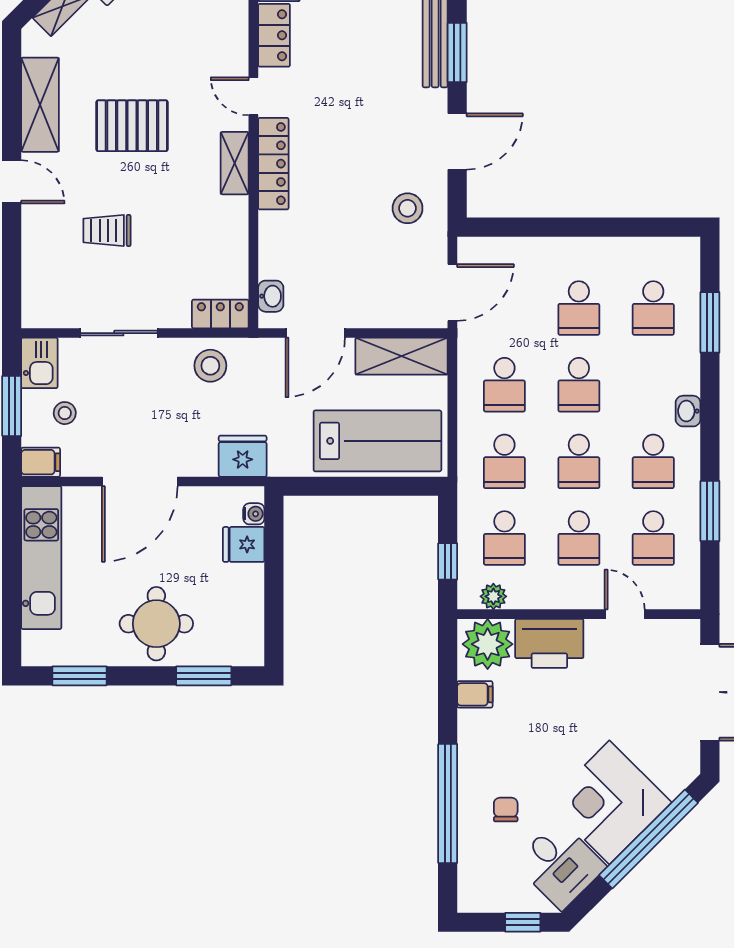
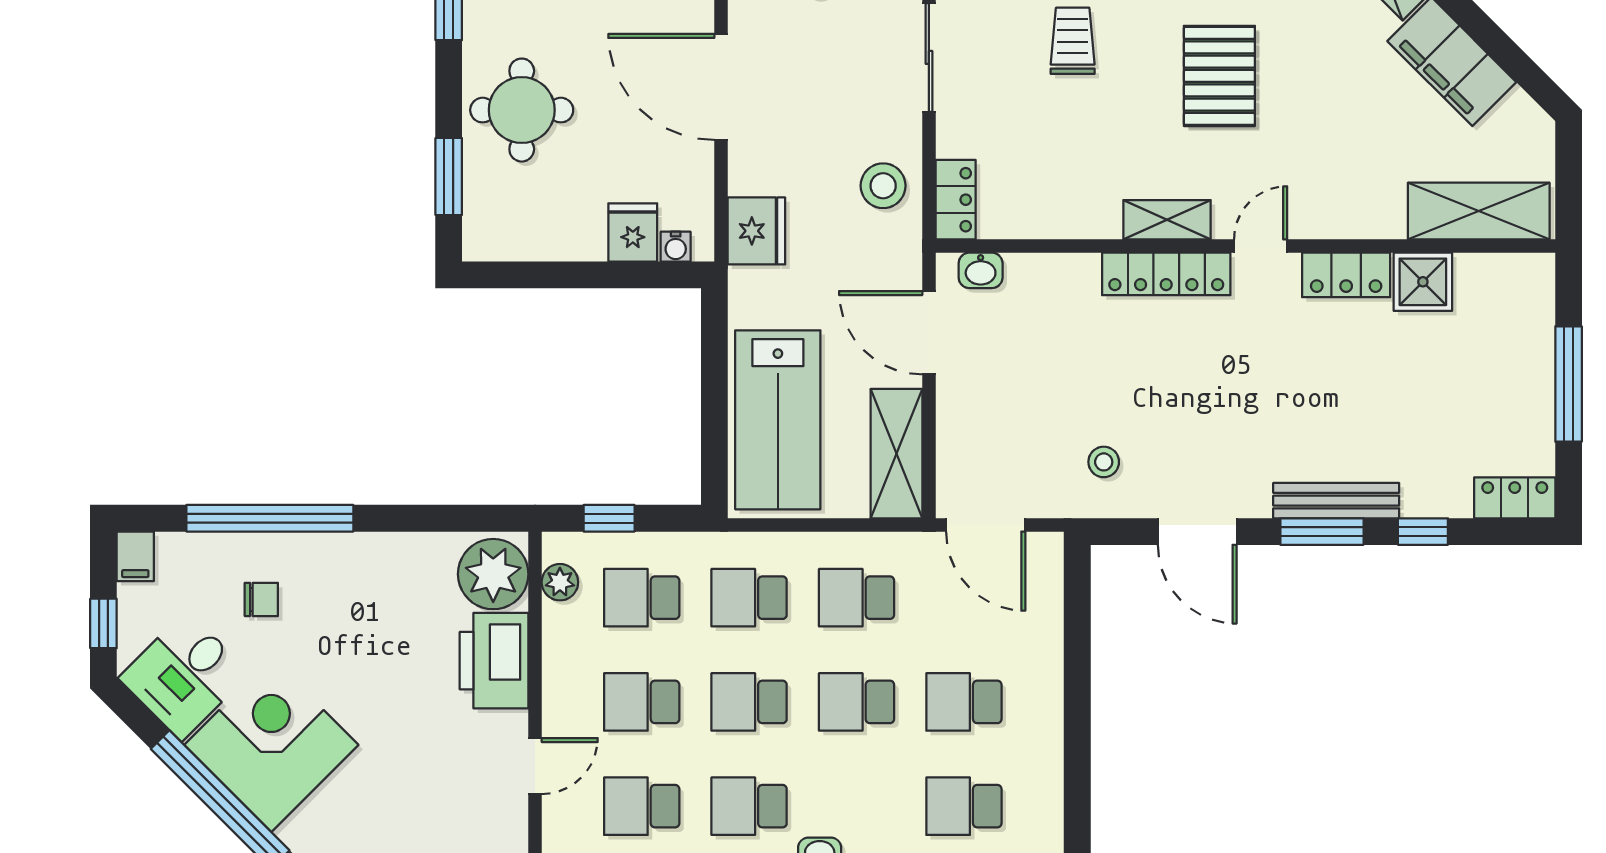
stool: (408, 208) -> (1104, 462), width x0.73, depth x0.73
filing cabinet: (475, 694) -> (135, 556), moved

